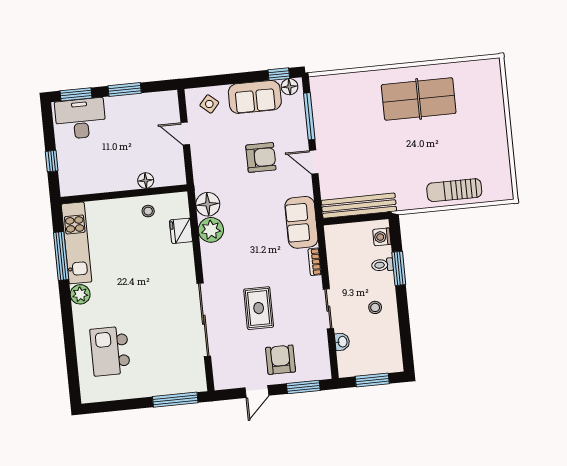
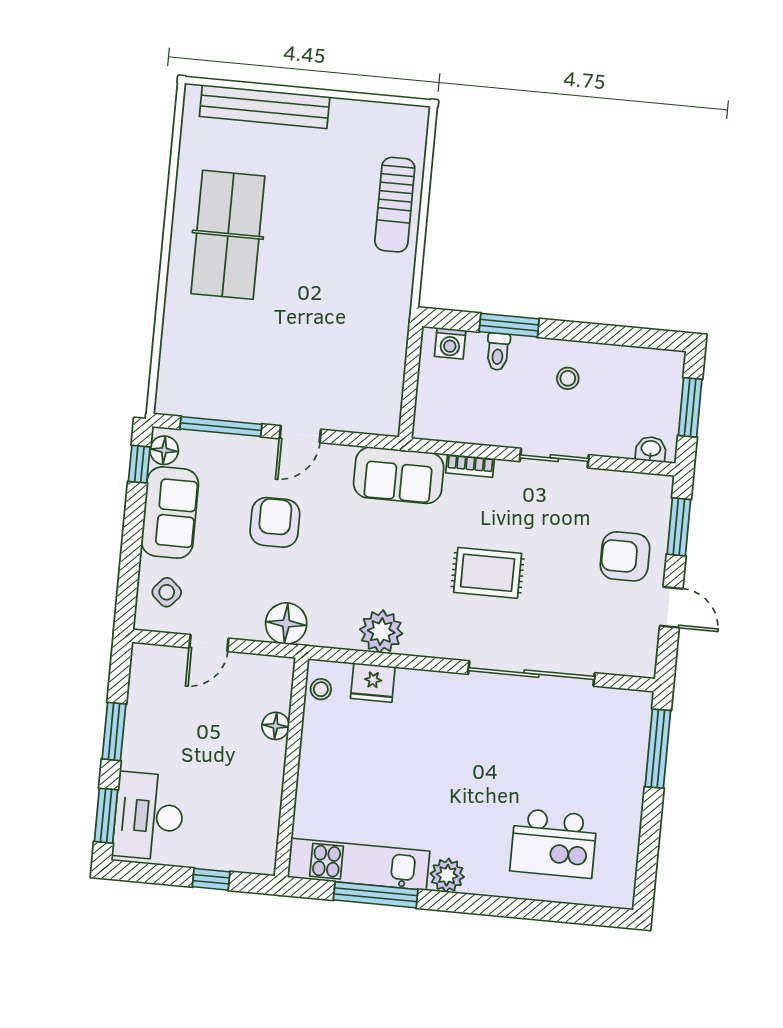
floor lamp: (208, 204) -> (286, 624), moved
bench: (359, 206) -> (265, 107), moved, turned 90
stool: (148, 211) -> (321, 689), moved
rug: (259, 308) -> (488, 573), moved
washbasin: (342, 342) -> (651, 449), moved

